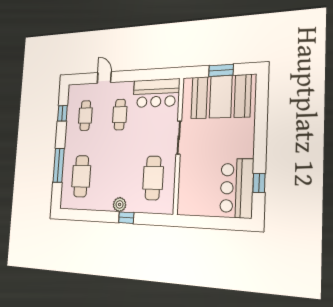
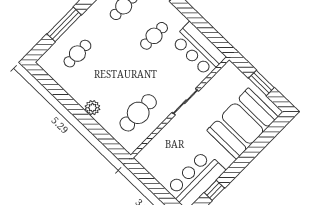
booth: (221, 97) -> (242, 124), moved, turned 90
cafe table: (81, 176) -> (77, 54), width x0.73, depth x0.74
window: (126, 218) -> (90, 123), removed

